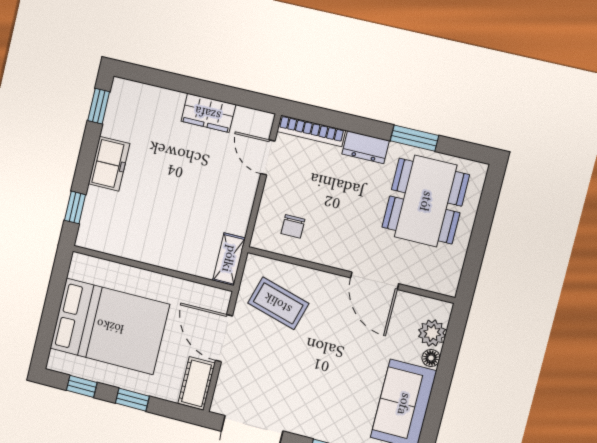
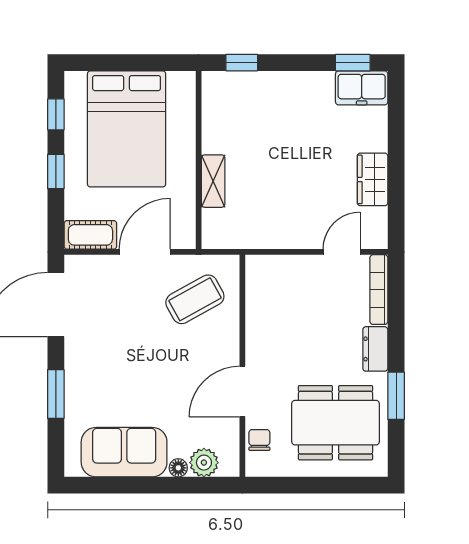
freezer: (109, 164) -> (362, 88), moved
chair: (293, 226) -> (259, 440), moved, turned 90
shelving: (229, 259) -> (213, 181), moved, turned 90
coffee table: (278, 303) -> (195, 299), turned 45

